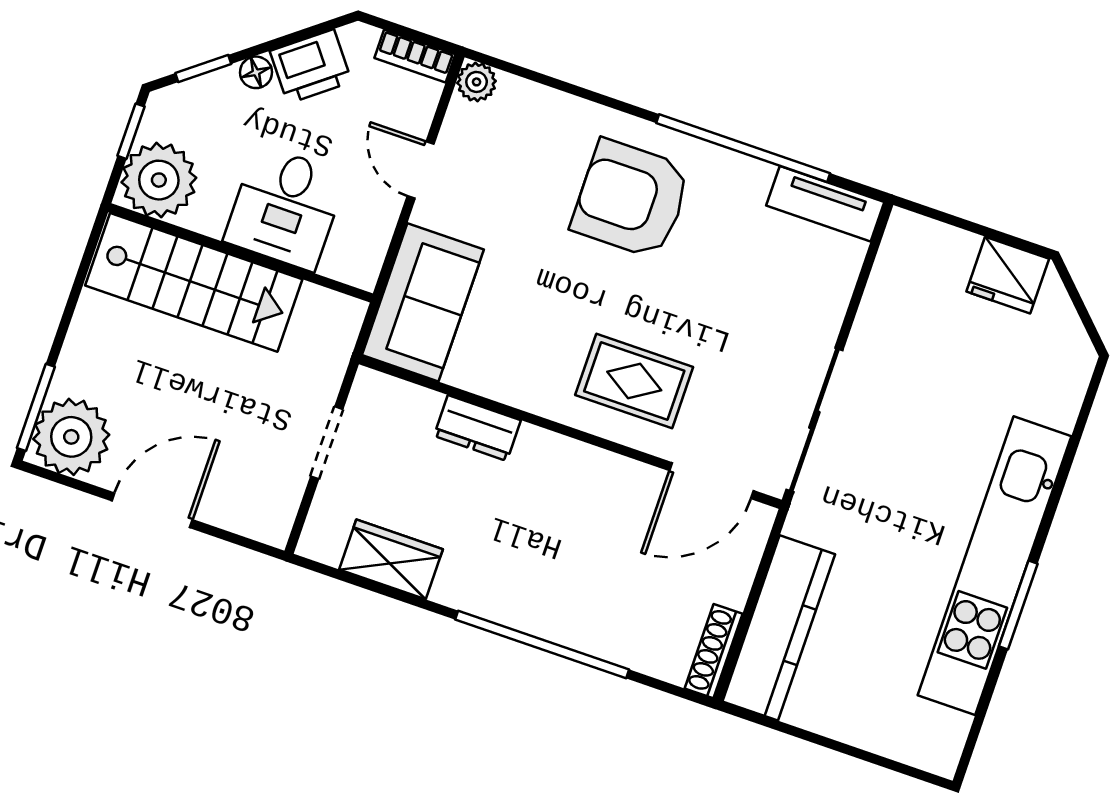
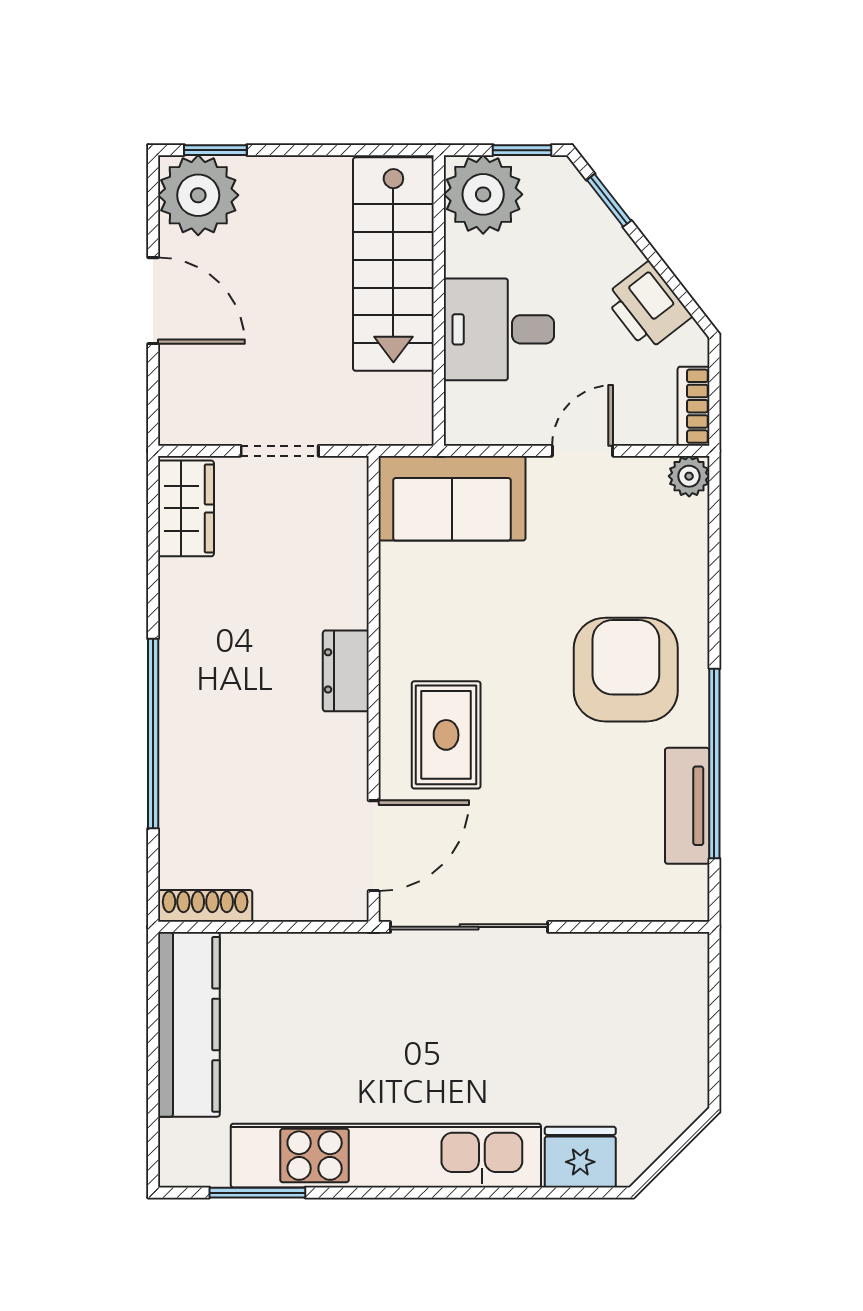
floor lamp: (256, 72) -> (623, 254), removed
tv unit: (825, 204) -> (687, 806), moved
fridge: (1008, 275) -> (580, 1157), moved, turned 90
window: (36, 407) -> (215, 150), width x0.67
dresser: (477, 428) -> (346, 671), moved
door: (711, 481) -> (374, 846), swing flipped
wardrobe: (391, 559) -> (186, 508), moved
window: (1018, 605) -> (257, 1193), moved
kitchen counter: (779, 628) -> (189, 1024), moved, turned -90

